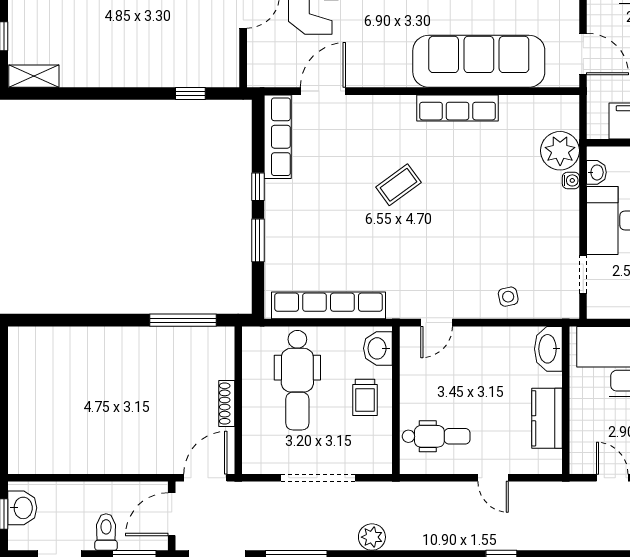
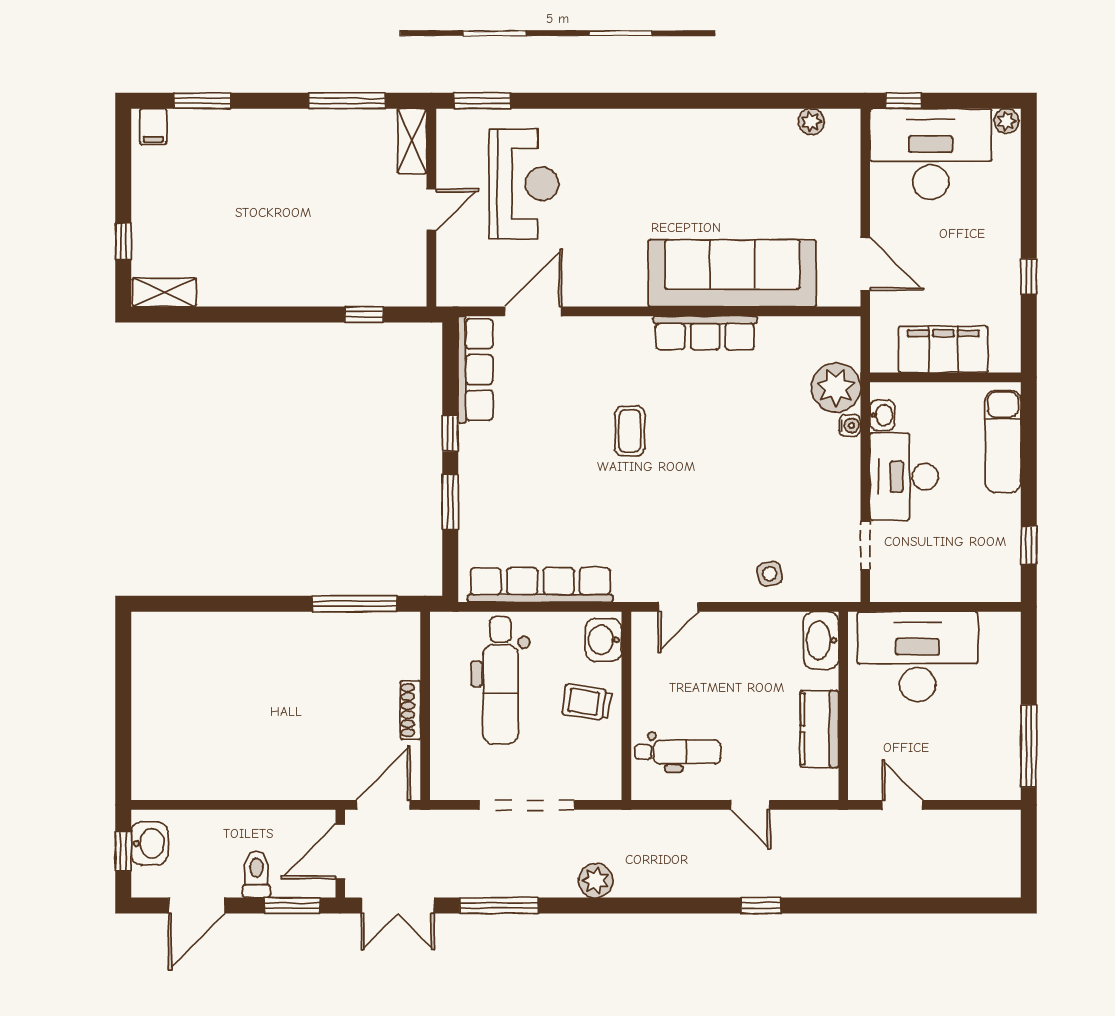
coffee table: (398, 185) -> (630, 431), turned -54
trolley: (365, 397) -> (587, 702), turned 98

